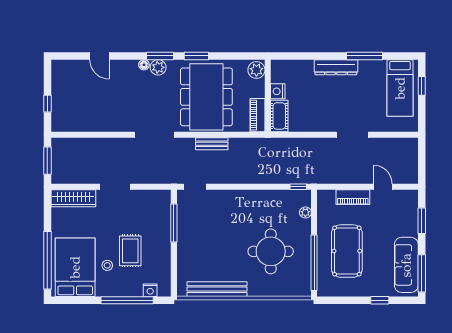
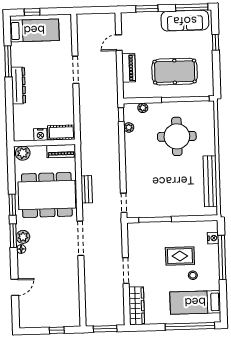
plant: (283, 195) -> (129, 127), added
bed: (75, 267) -> (195, 302), width x0.67

